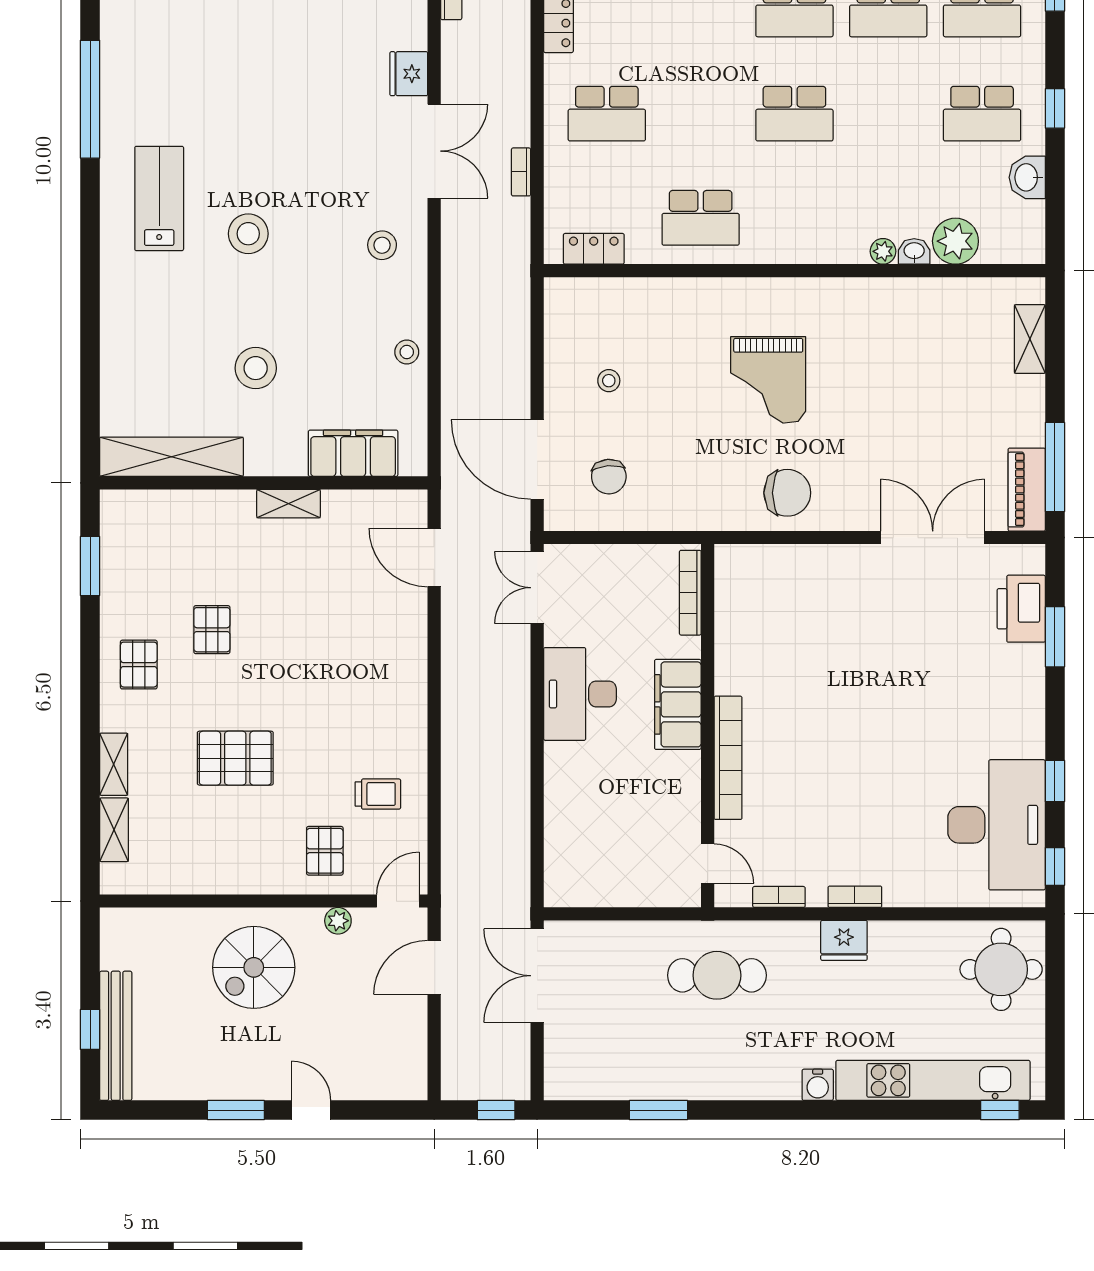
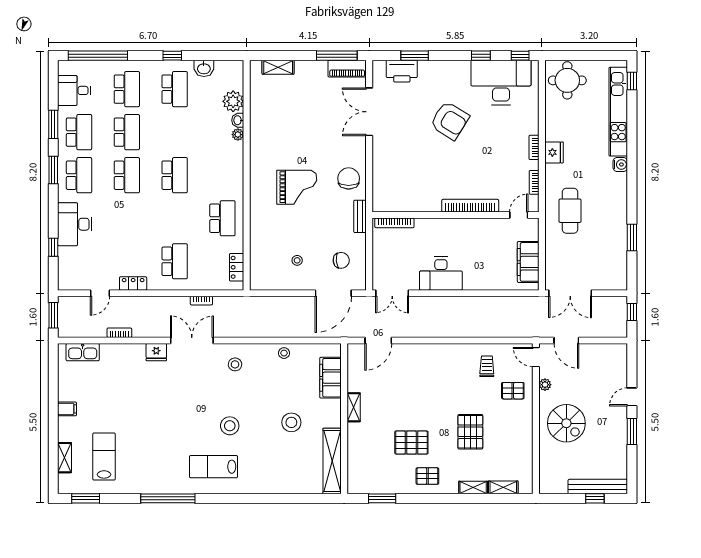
bench: (705, 518) -> (360, 216), added
pallet: (212, 630) -> (411, 442), width x1.50, depth x1.42
filing cabinet: (678, 704) -> (528, 262), moved, turned 90
armchair: (914, 713) -> (450, 121), added

